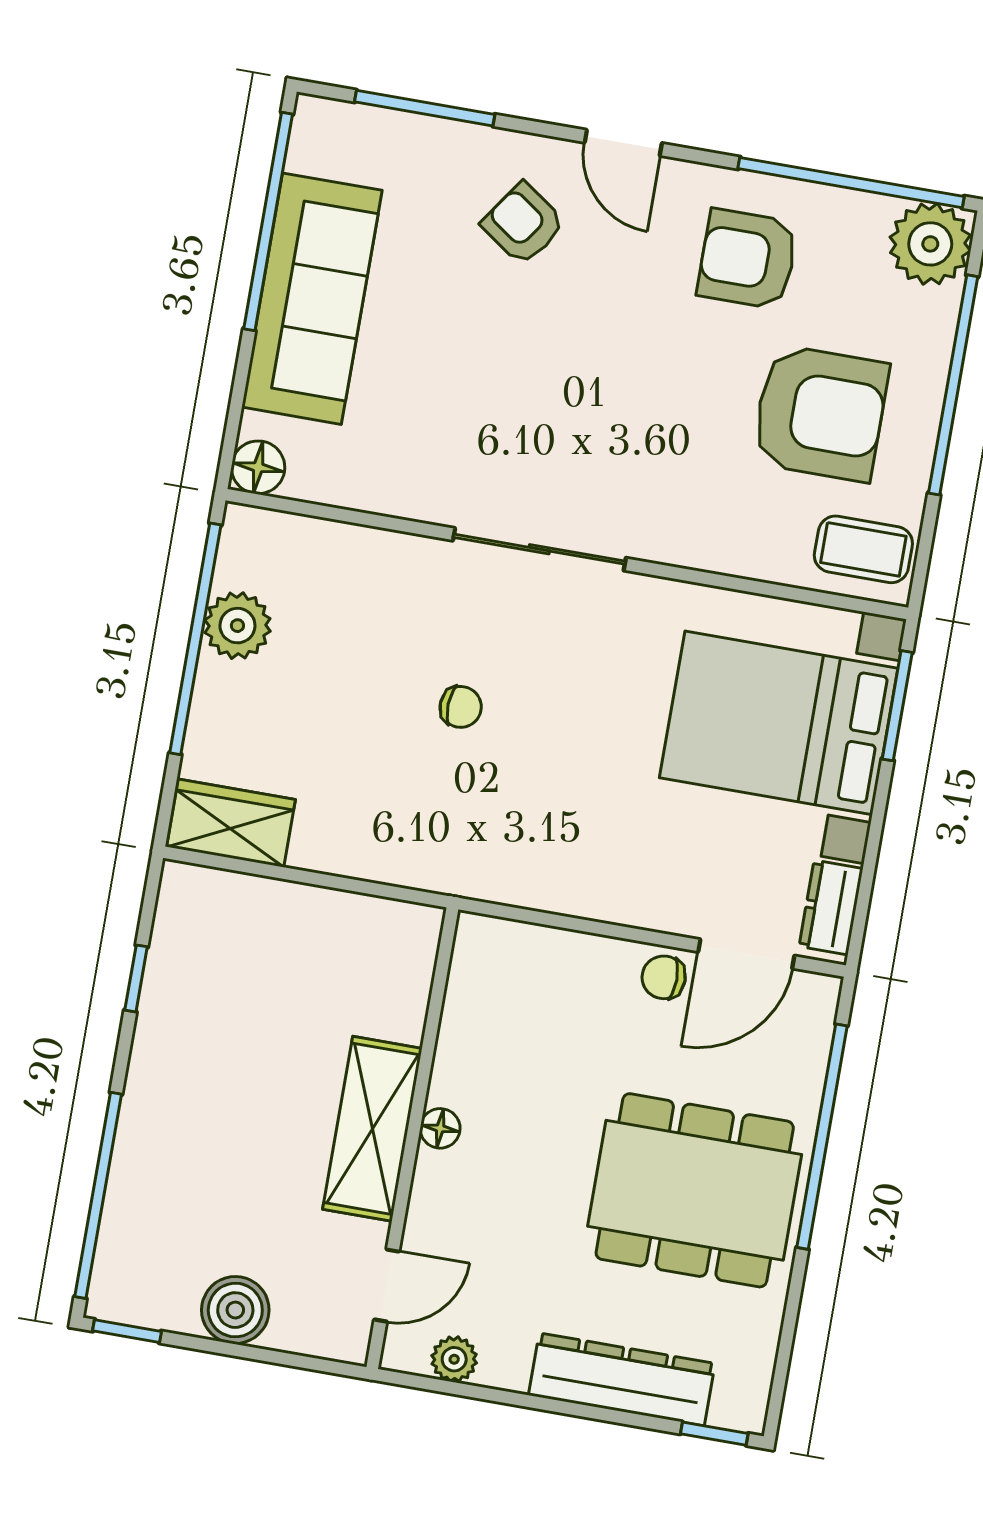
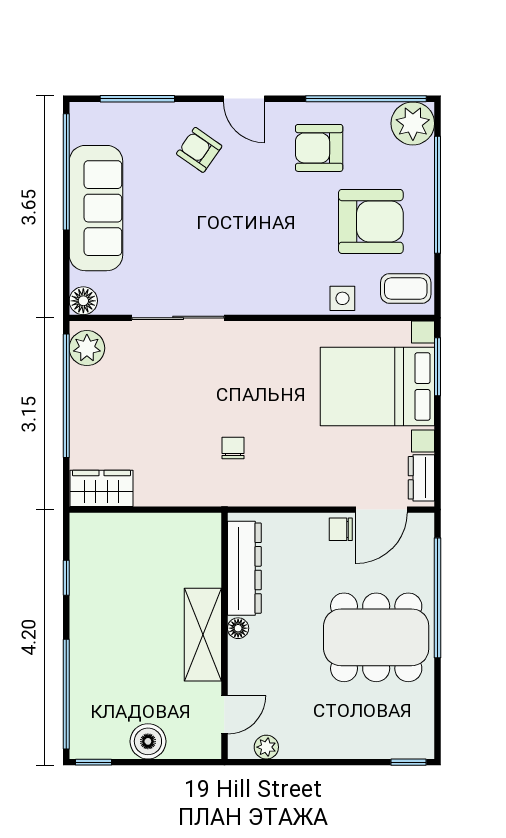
side table: (742, 547) -> (342, 298), added
sliding door: (539, 549) -> (178, 318), moved
plant: (237, 626) -> (87, 348), moved
chair: (461, 707) -> (233, 448), moved, turned -92
dresser: (622, 1379) -> (244, 568), moved, turned 90

